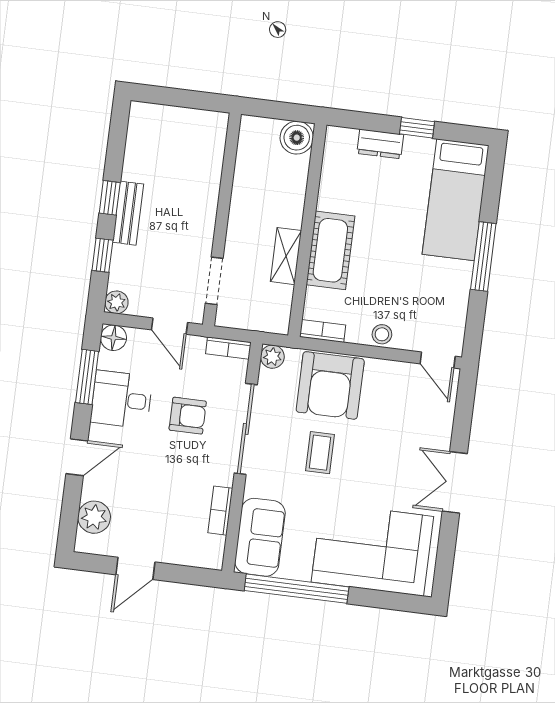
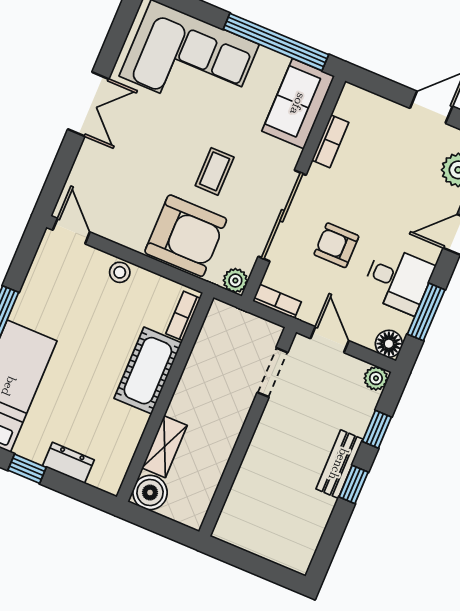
shelving: (286, 256) -> (165, 447), moved
bookcase: (323, 331) -> (183, 316), moved, turned 90
armchair: (330, 385) -> (186, 236), turned 90

